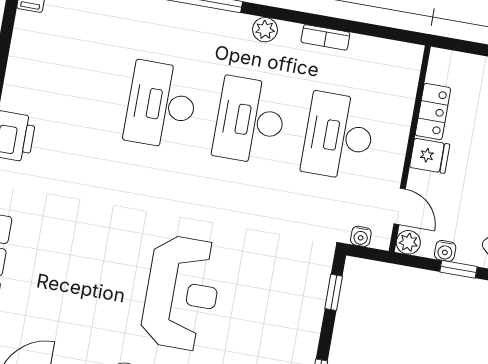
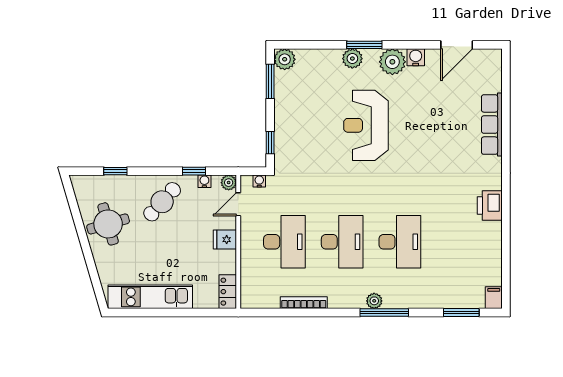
plant: (265, 30) -> (374, 301), moved
bookcase: (325, 37) -> (304, 303), width x1.56
locker: (433, 112) -> (228, 292), moved
door: (400, 206) -> (238, 204), hinge flipped

